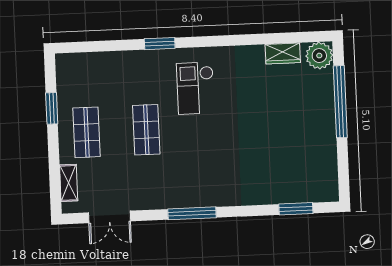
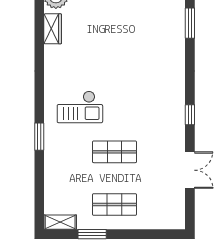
shelving: (69, 183) -> (60, 222), moved
window: (192, 213) -> (190, 115), width x0.46
double door: (110, 217) -> (190, 170), moved

